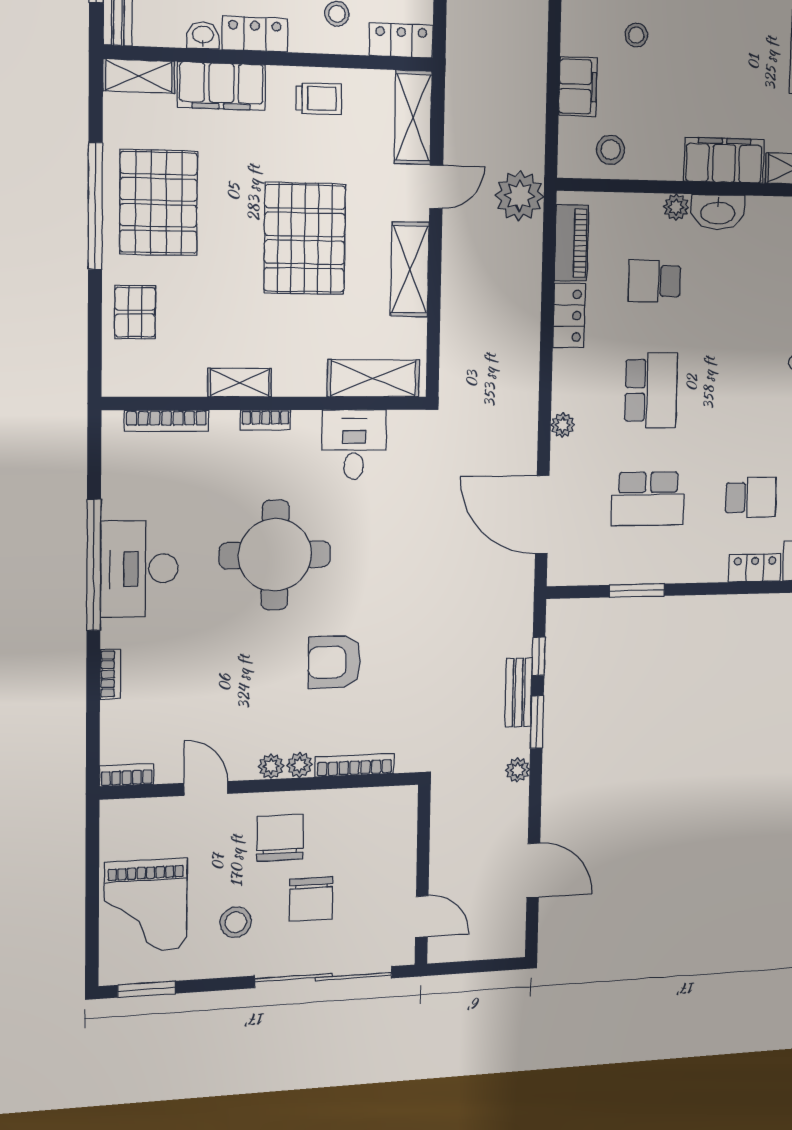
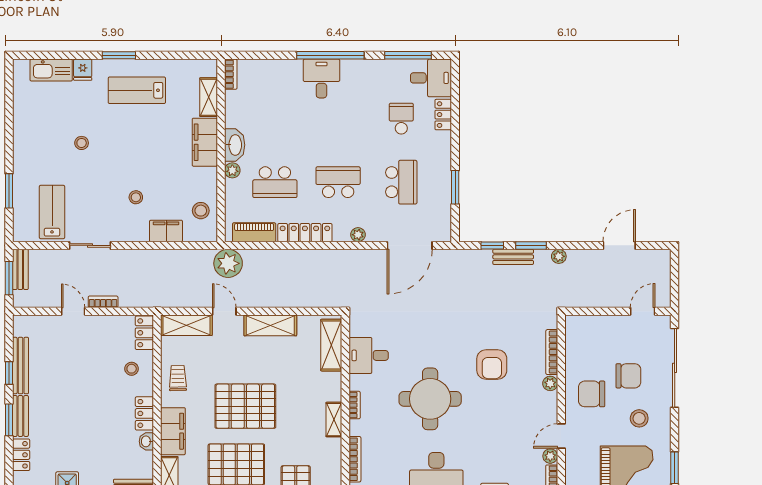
pallet: (305, 238) -> (245, 406), moved
school desk: (654, 281) -> (275, 182), width x1.85
locker: (569, 316) -> (305, 233), width x1.53
plant: (271, 766) -> (550, 456), moved

